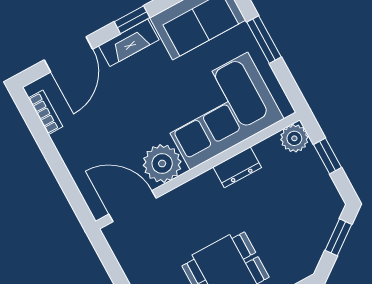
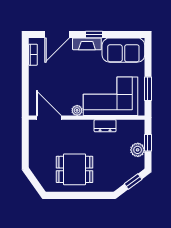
window: (264, 40) -> (148, 89), moved
plant: (294, 138) -> (138, 150), moved
plant: (162, 164) -> (77, 110), width x0.53, depth x0.53

